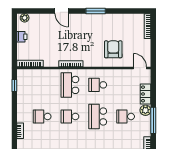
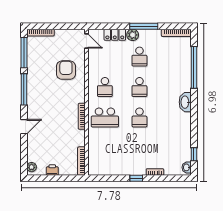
window: (96, 11) -> (24, 89), width x1.44
window: (129, 11) -> (24, 53), added
armchair: (113, 49) -> (66, 70), turned 90
door: (140, 68) -> (86, 41), swing flipped
window: (14, 85) -> (136, 178), moved
school desk: (42, 116) -> (139, 148), removed
school desk: (98, 116) -> (139, 87), width x0.54

